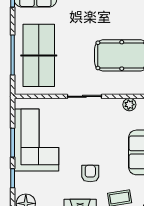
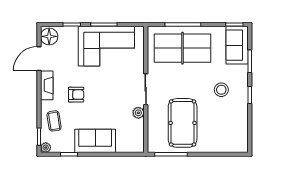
stool: (85, 12) -> (221, 90), added
plant: (129, 105) -> (138, 113), moved

